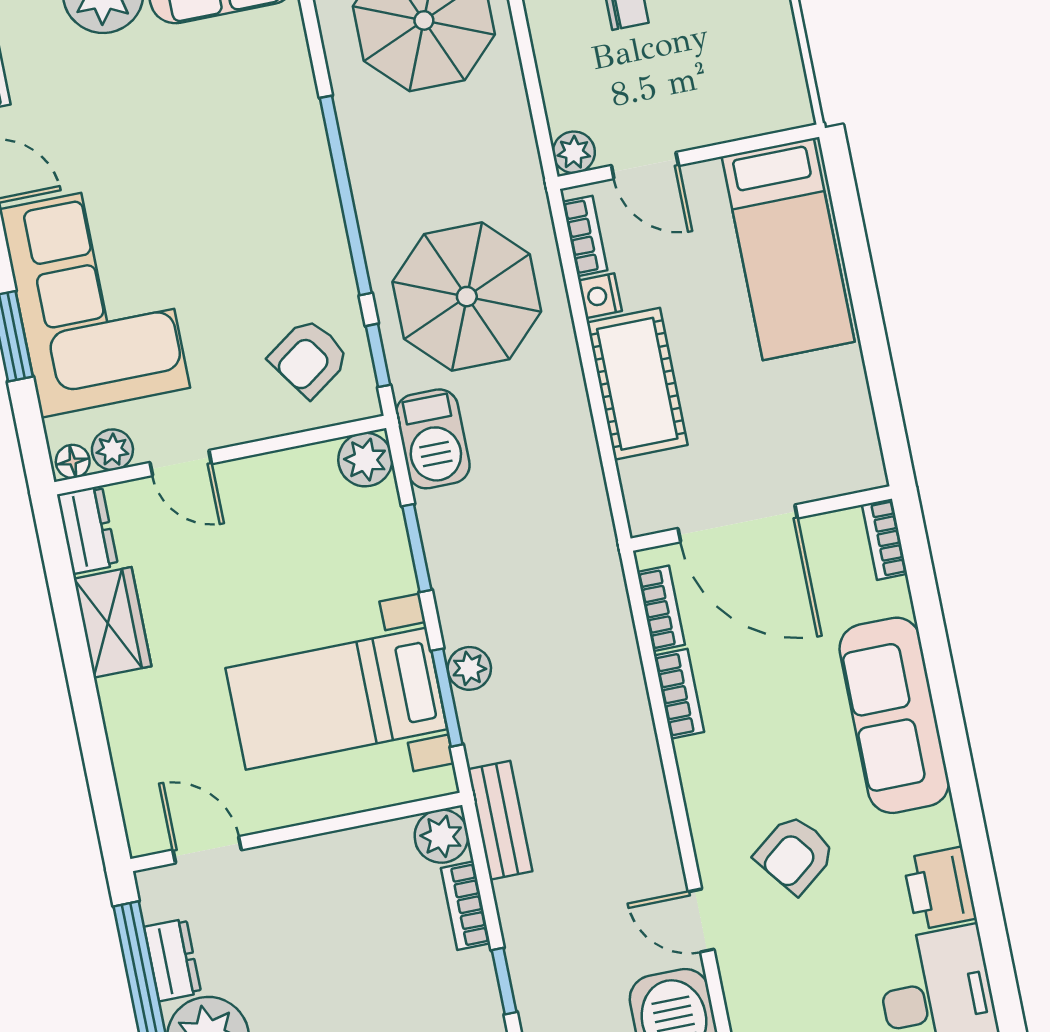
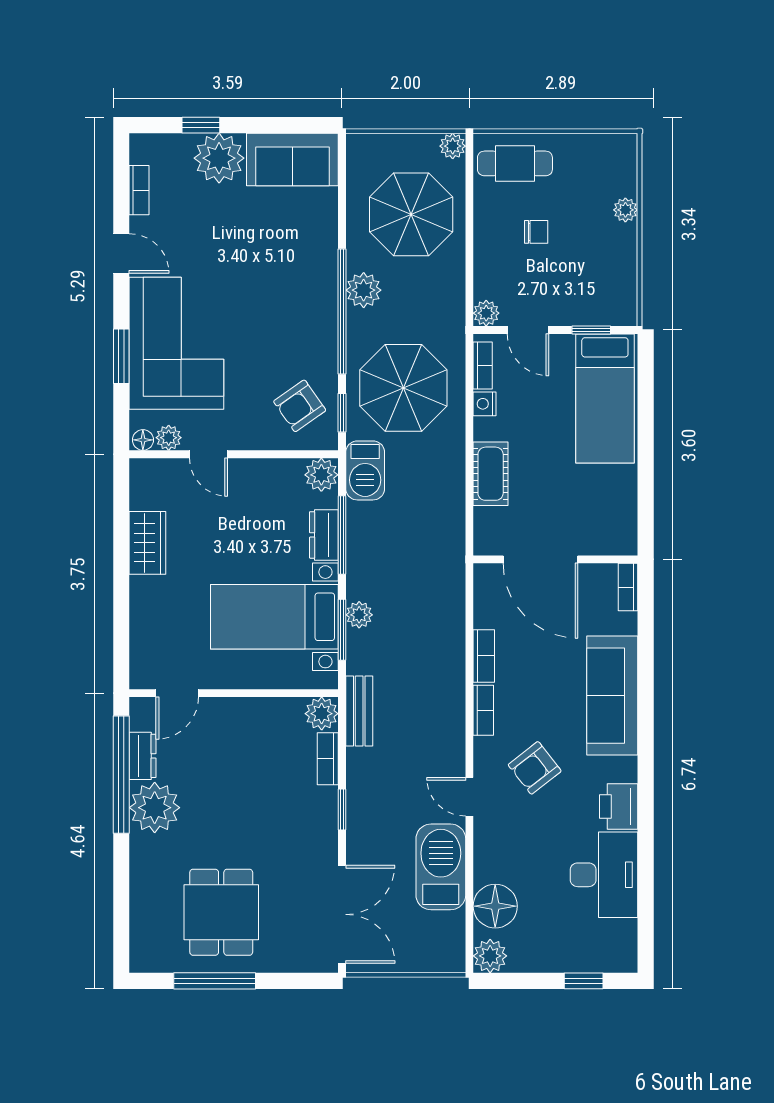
window: (745, 145) -> (591, 330), added
plant: (373, 155) -> (364, 290), added
cot: (637, 384) -> (491, 474), width x0.73, depth x0.75
dresser: (87, 530) -> (324, 535), moved, turned 180
window: (417, 548) -> (342, 535), width x1.44
bookcase: (661, 608) -> (483, 710), moved
door: (207, 850) -> (177, 693), swing flipped

